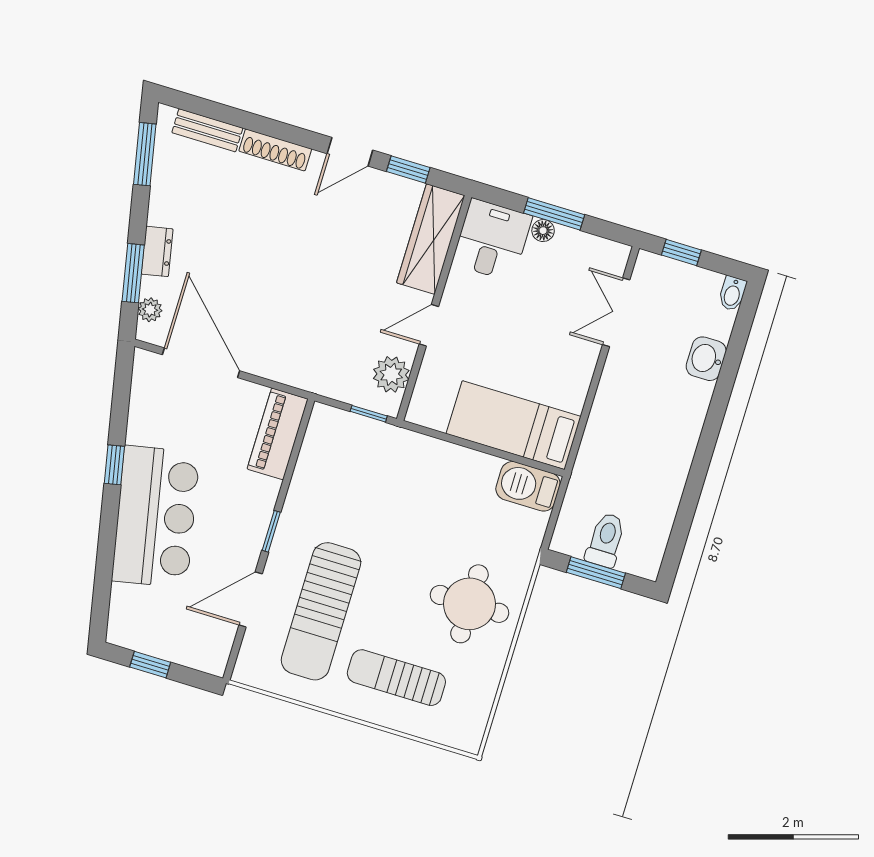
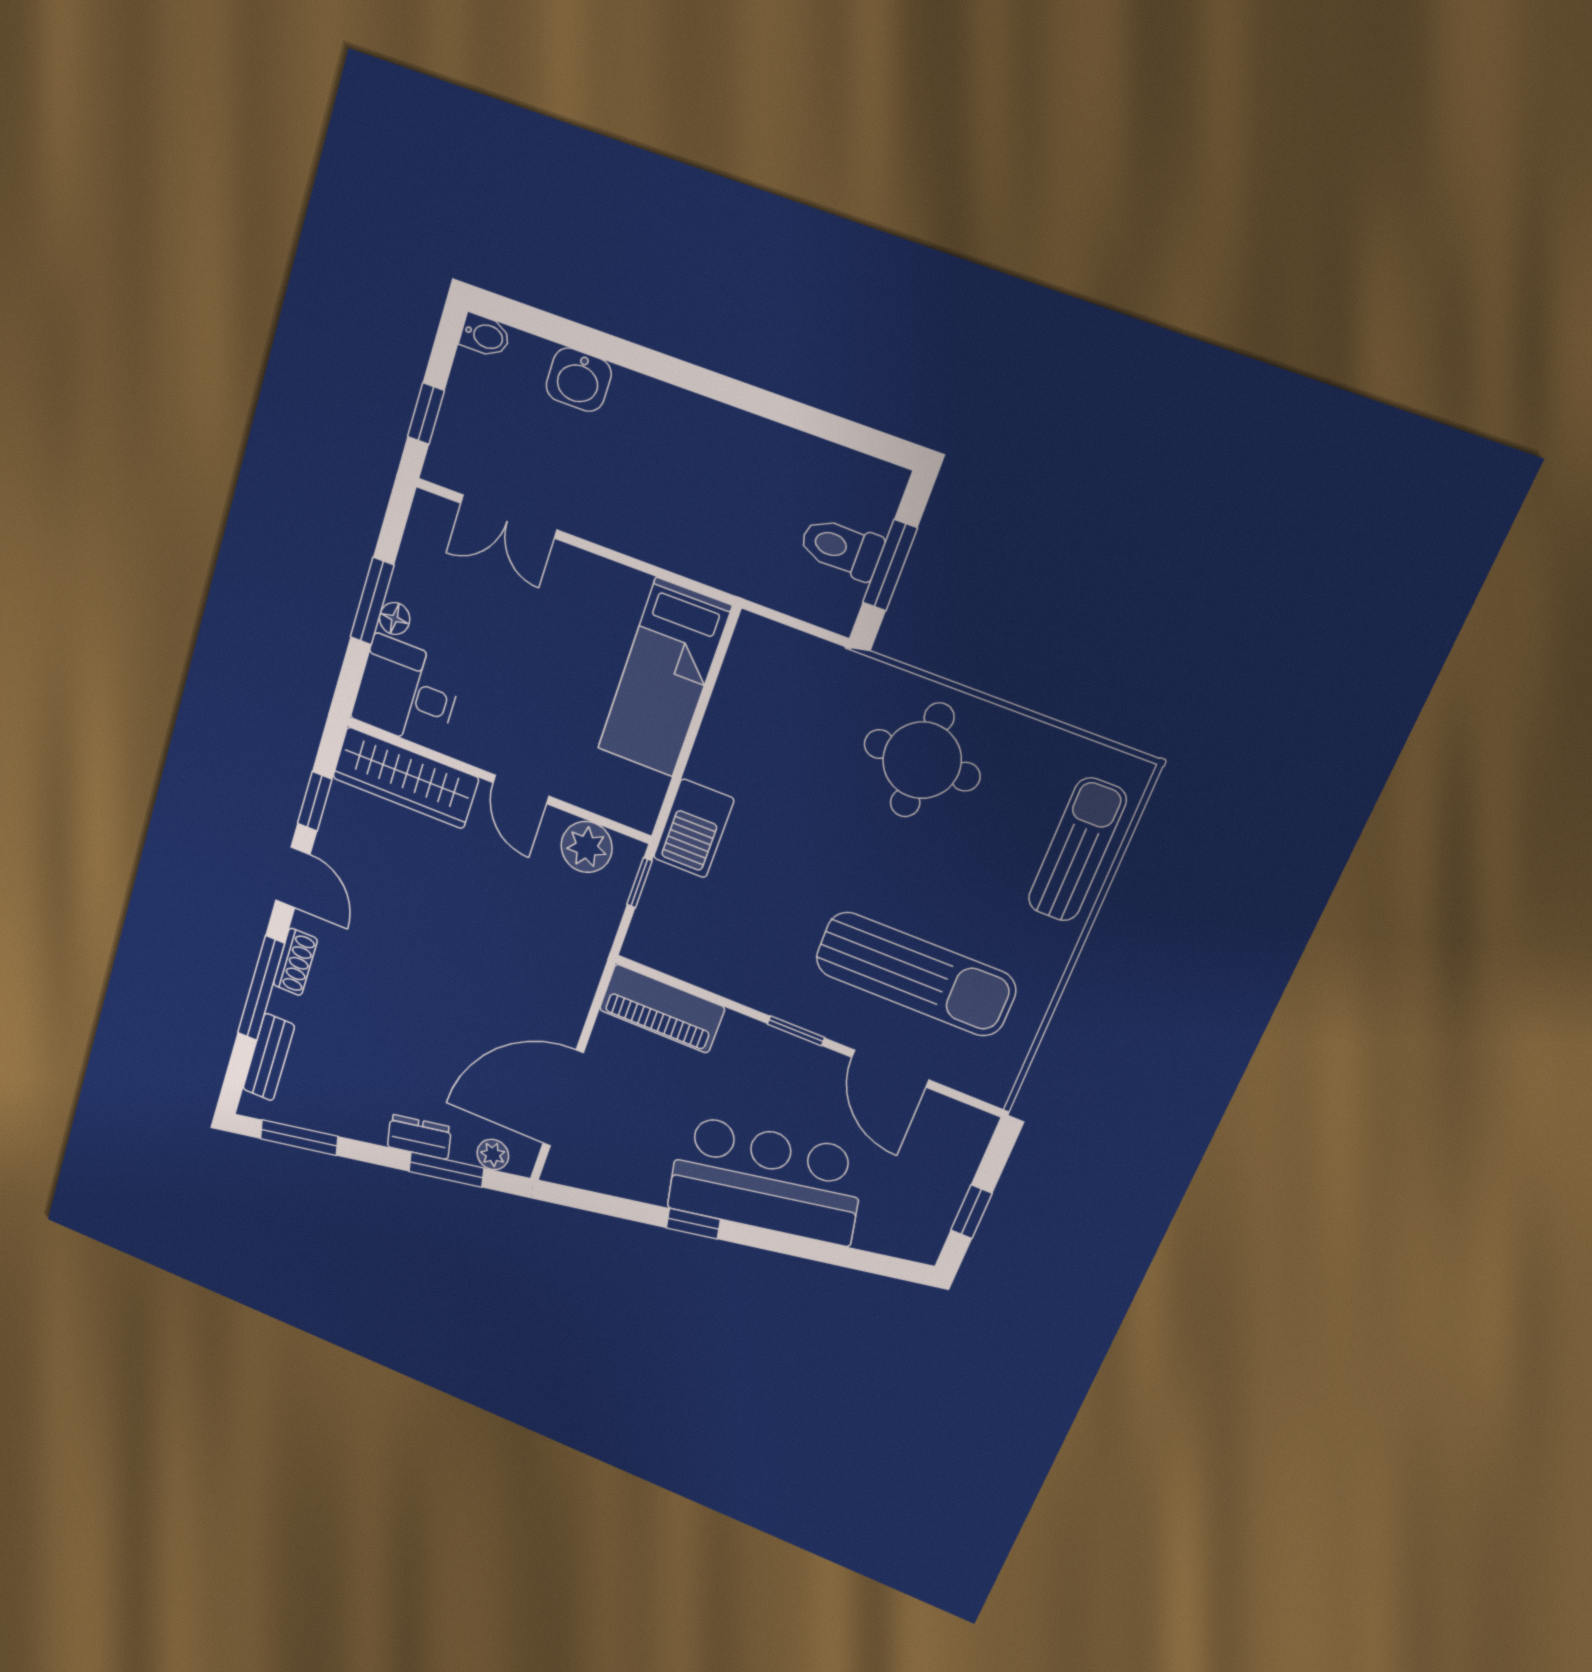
window: (262, 125) -> (261, 988), added
shoe rack: (275, 150) -> (295, 962), width x0.70
barbecue: (528, 486) -> (694, 828), moved
sun lounger: (396, 678) -> (1077, 850), moved, turned 180

